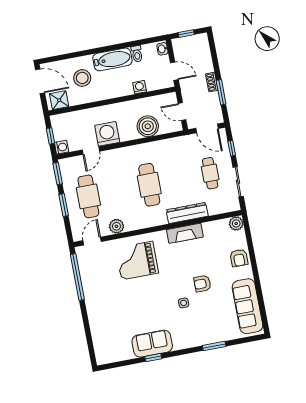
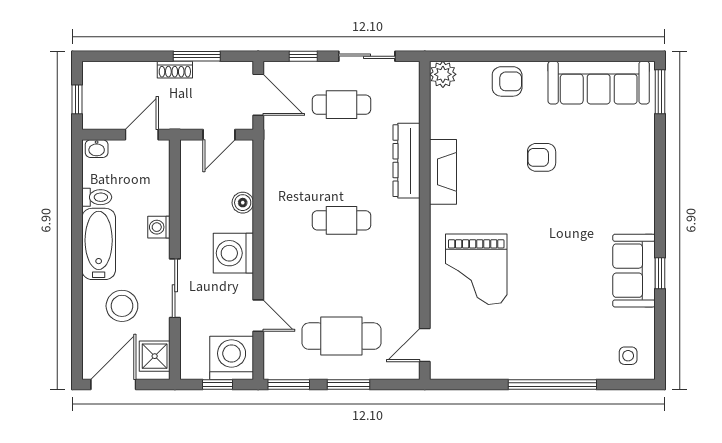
washing machine: (140, 87) -> (159, 227), moved
sliding door: (97, 104) -> (175, 288), added
boiler: (148, 126) -> (243, 203), width x0.54, depth x0.54
door: (207, 128) -> (258, 95), hinge flipped
washing machine: (107, 134) -> (233, 253), moved
washing machine: (62, 147) -> (232, 358), width x1.89, depth x1.89
cafe table: (149, 185) -> (341, 220), width x0.73, depth x0.74
plant: (116, 226) -> (406, 295), removed
door: (92, 241) -> (425, 345), hinge flipped
window: (77, 277) -> (552, 384), moved
armchair: (202, 284) -> (542, 157), turned 90
side table: (184, 303) -> (628, 356), moved
window: (214, 346) -> (660, 92), moved

